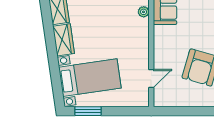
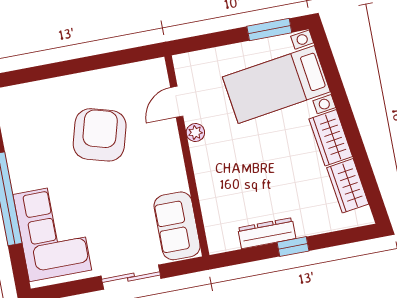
plant: (144, 12) -> (195, 133), moved

